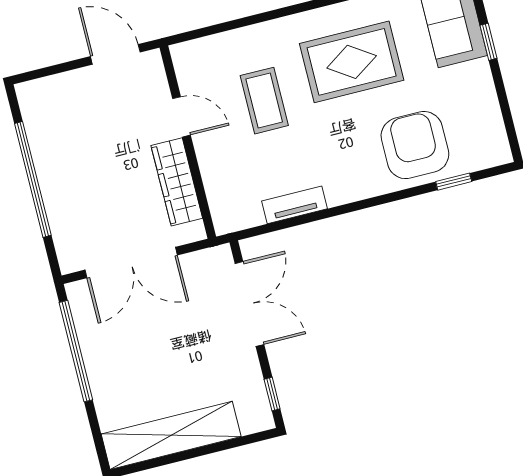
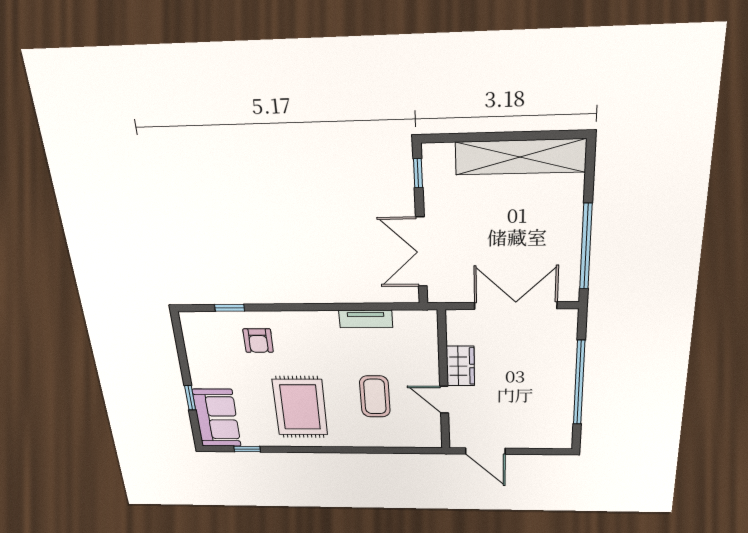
rug: (352, 62) -> (300, 407), turned 90
armchair: (415, 145) -> (258, 341), width x0.53, depth x0.53
wardrobe: (177, 182) -> (460, 366), width x0.67

